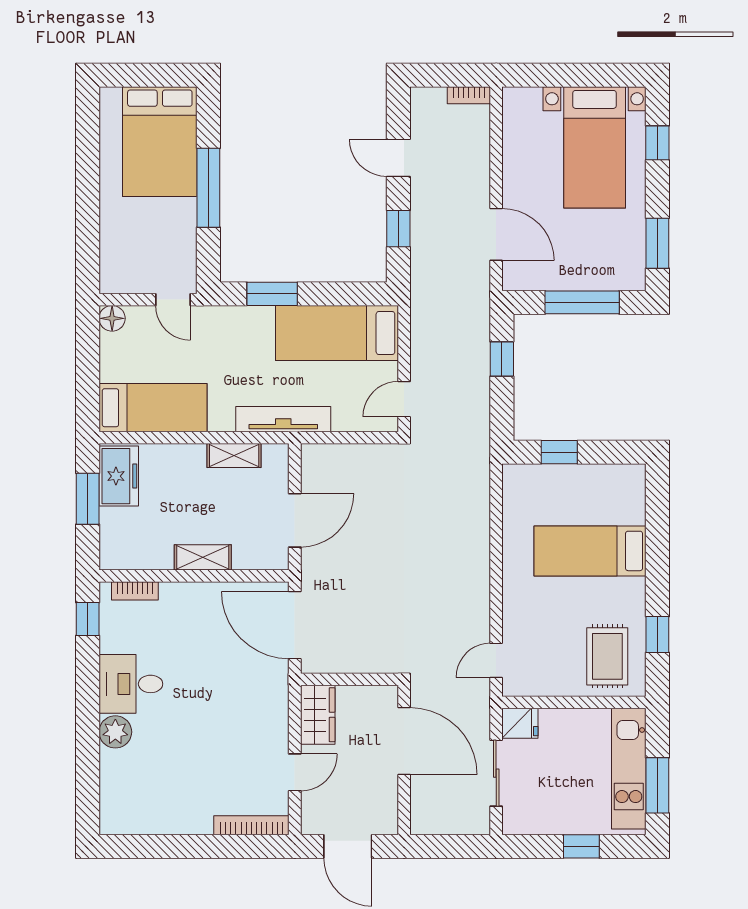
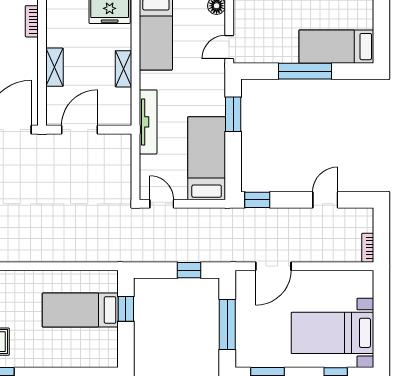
bed: (160, 142) -> (336, 47), width x0.67
window: (398, 229) -> (257, 200), moved
shelving: (234, 456) -> (123, 69), moved
door: (295, 520) -> (80, 130), swing flipped
bed: (590, 551) -> (80, 310), moved, turned -90

